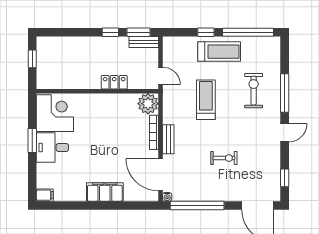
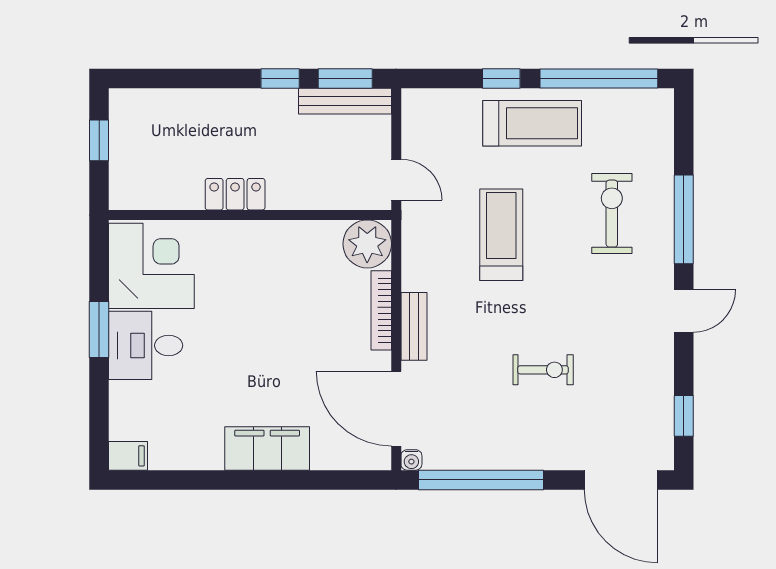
bench: (144, 42) -> (345, 101), width x1.36
locker: (114, 82) -> (235, 194), moved

